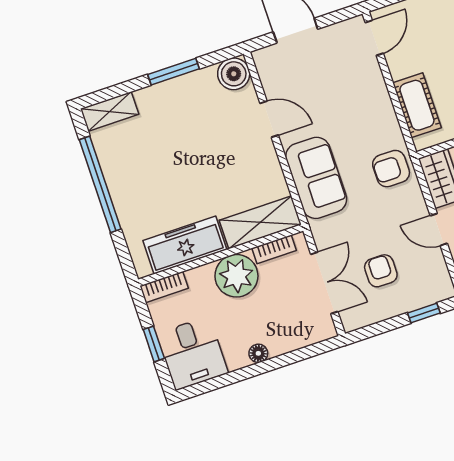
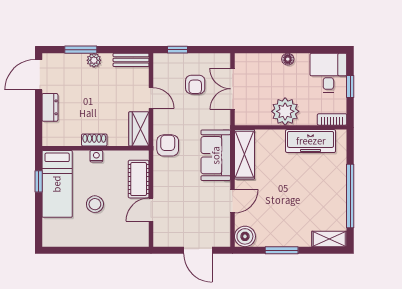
door: (374, 38) -> (151, 210), moved
door: (269, 119) -> (233, 201), swing flipped
armchair: (391, 169) -> (168, 145), turned -90
shelving: (260, 222) -> (245, 154), moved, turned 90
bookcase: (274, 249) -> (256, 120), removed

